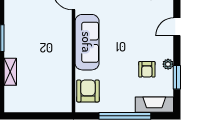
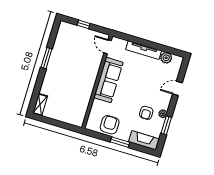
shelving: (10, 72) -> (40, 105), moved
armchair: (88, 91) -> (110, 125), moved
window: (125, 116) -> (120, 142), width x0.47

